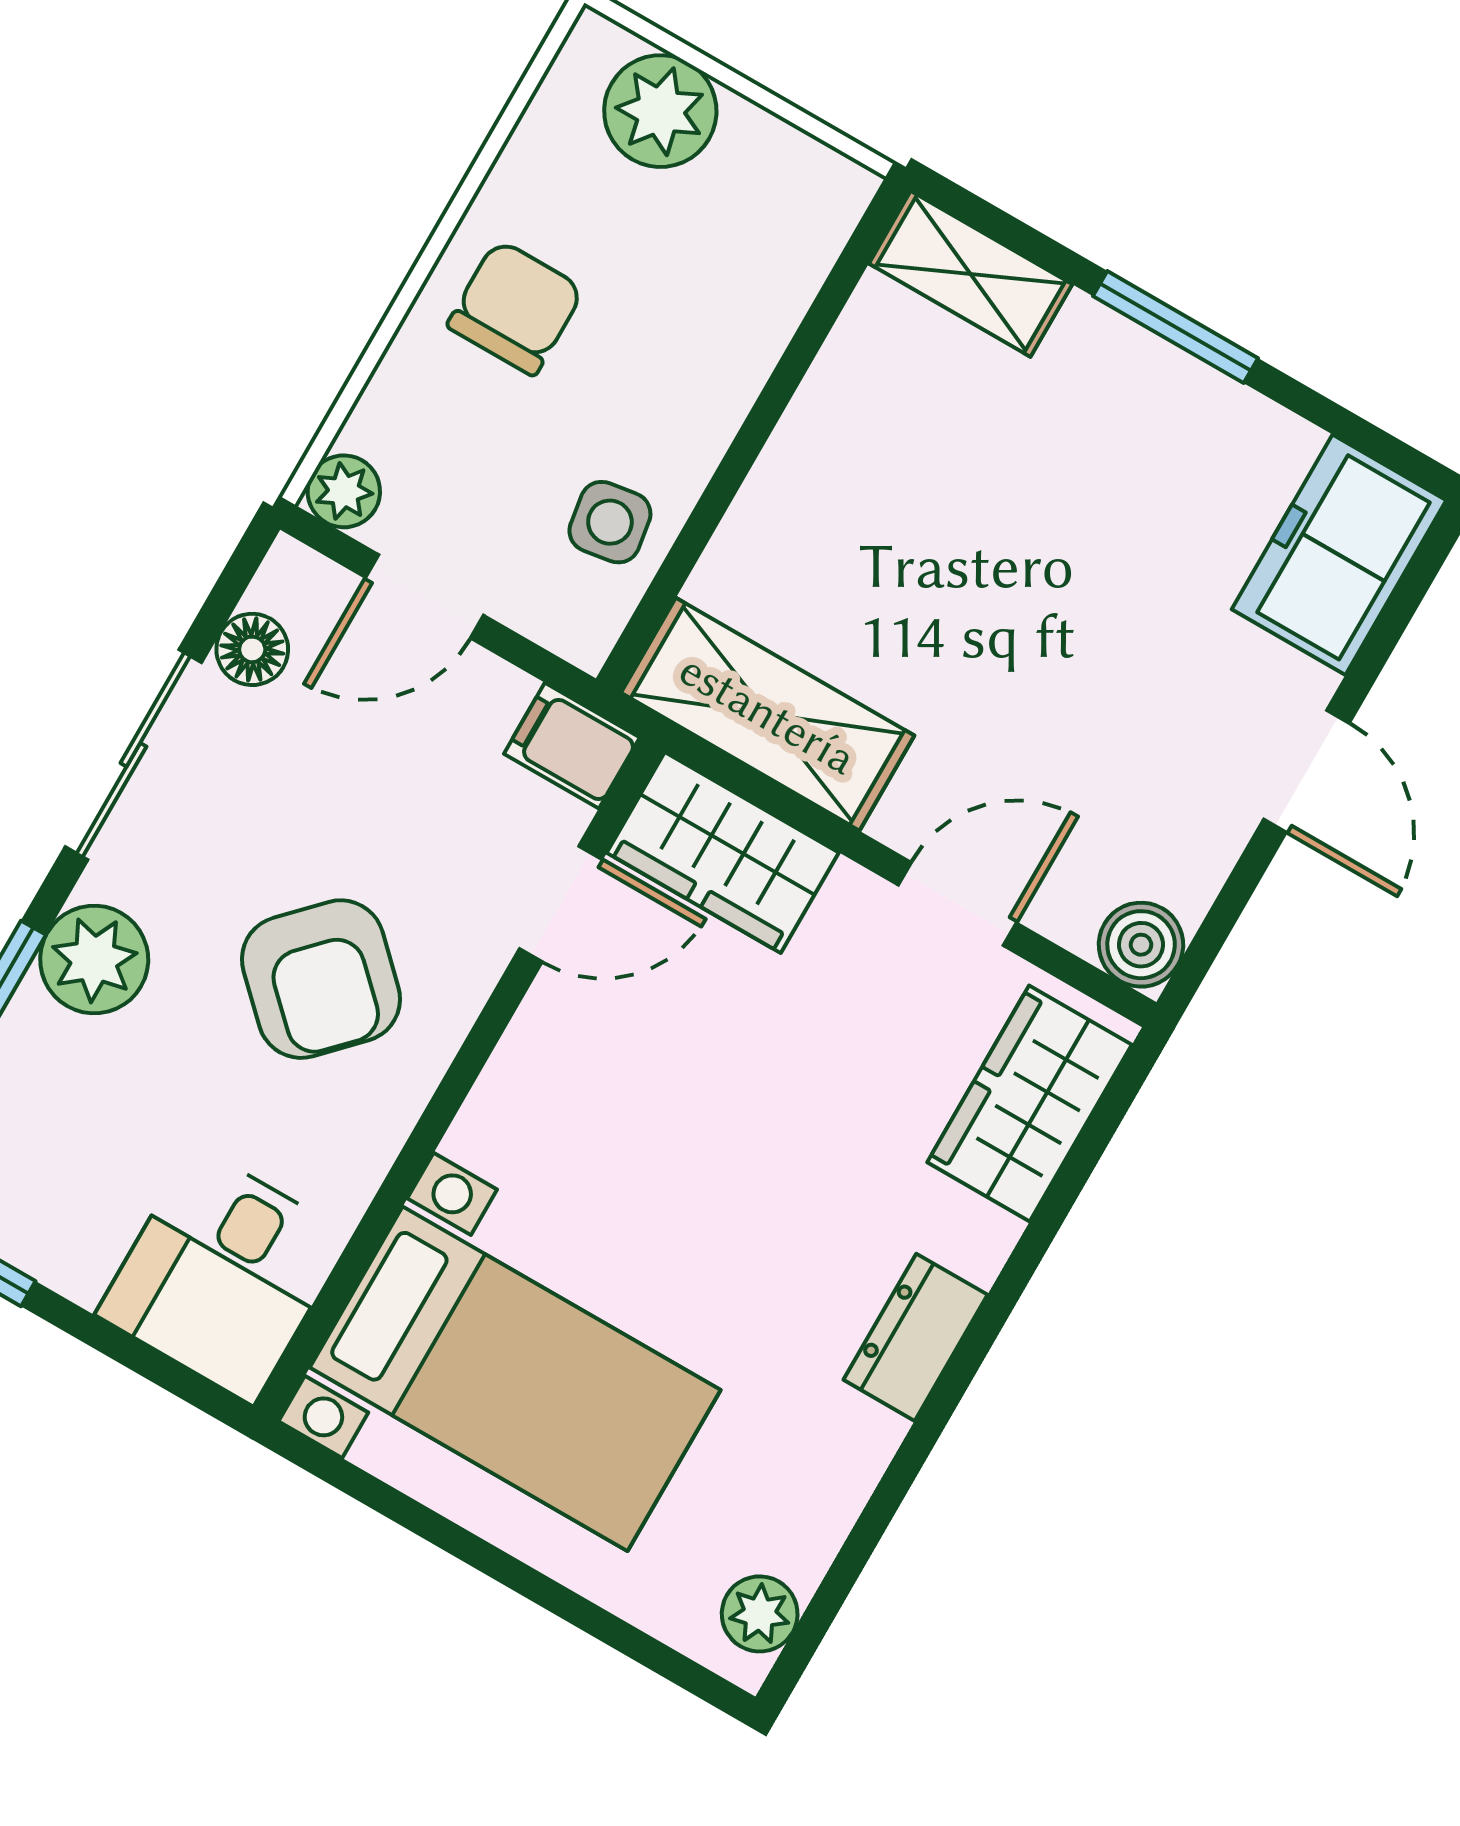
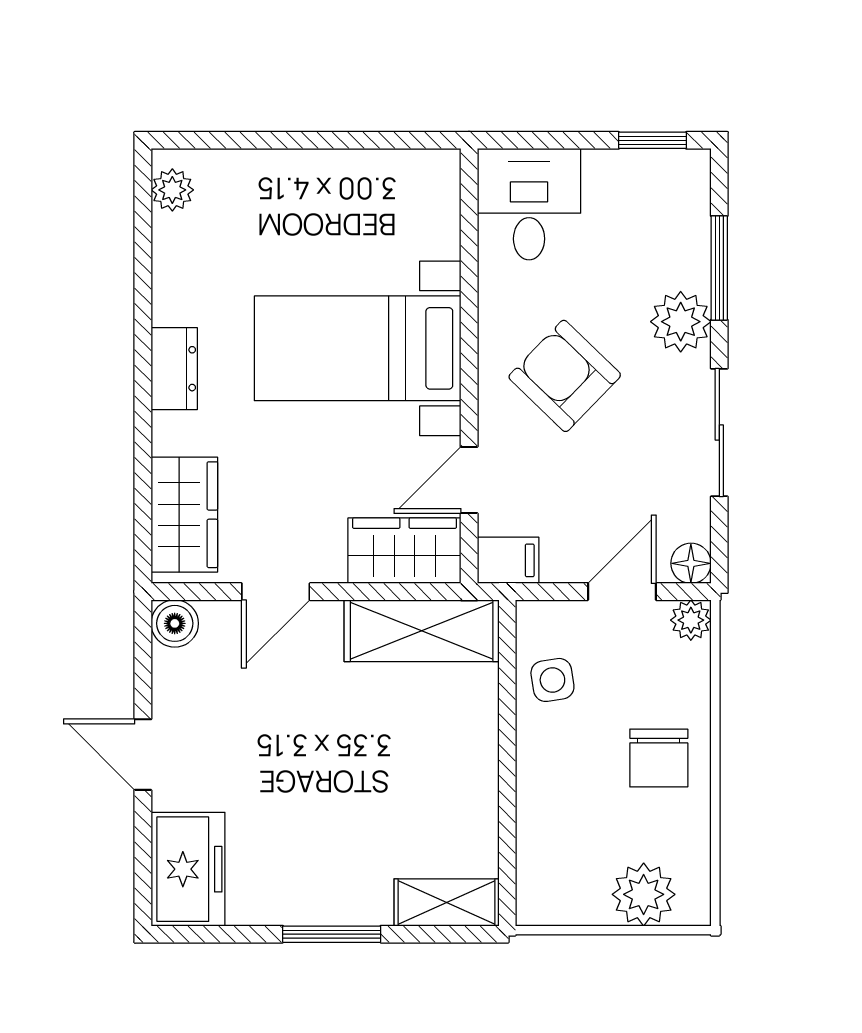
floor lamp: (252, 649) -> (691, 563), moved
bed with nightstands: (515, 1379) -> (358, 348), moved

